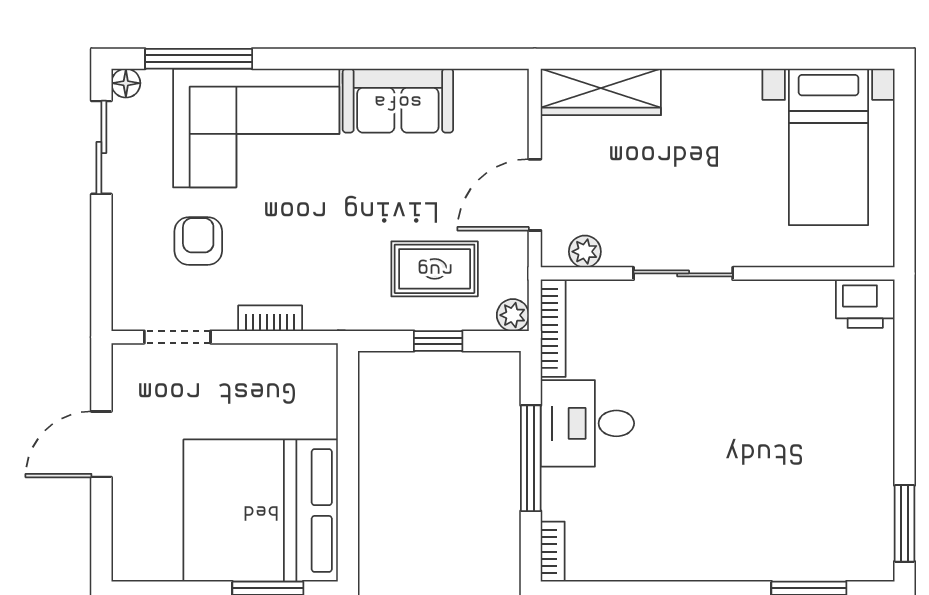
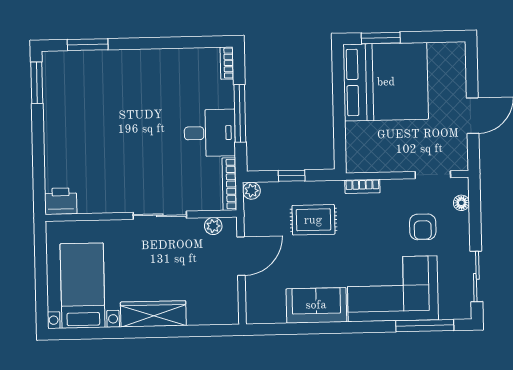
floor lamp: (126, 83) -> (461, 203), moved
wardrobe: (601, 92) -> (153, 314), moved
rug: (435, 269) -> (313, 220), moved
bookcase: (270, 318) -> (362, 186), moved

